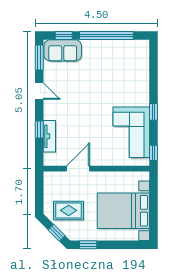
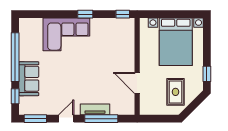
sofa: (63, 50) -> (29, 79), moved
window: (39, 129) -> (101, 119), width x2.17
corner sofa: (131, 132) -> (66, 34), moved
tv unit: (49, 136) -> (95, 109), moved
window: (57, 233) -> (196, 103), removed

